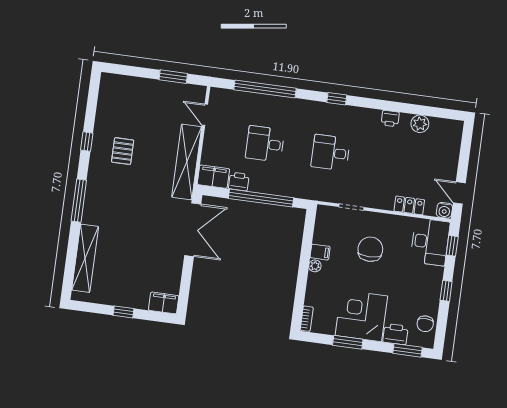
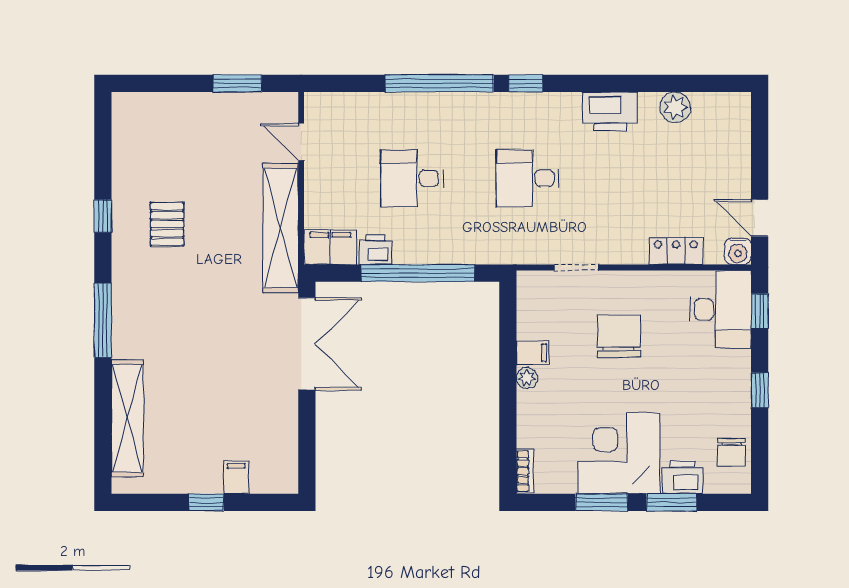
window: (265, 89) -> (439, 83), moved
printer: (390, 119) -> (610, 111), width x1.87, depth x1.48
filing cabinet: (164, 303) -> (236, 477), moved, width x0.50
window: (408, 350) -> (672, 502), moved

